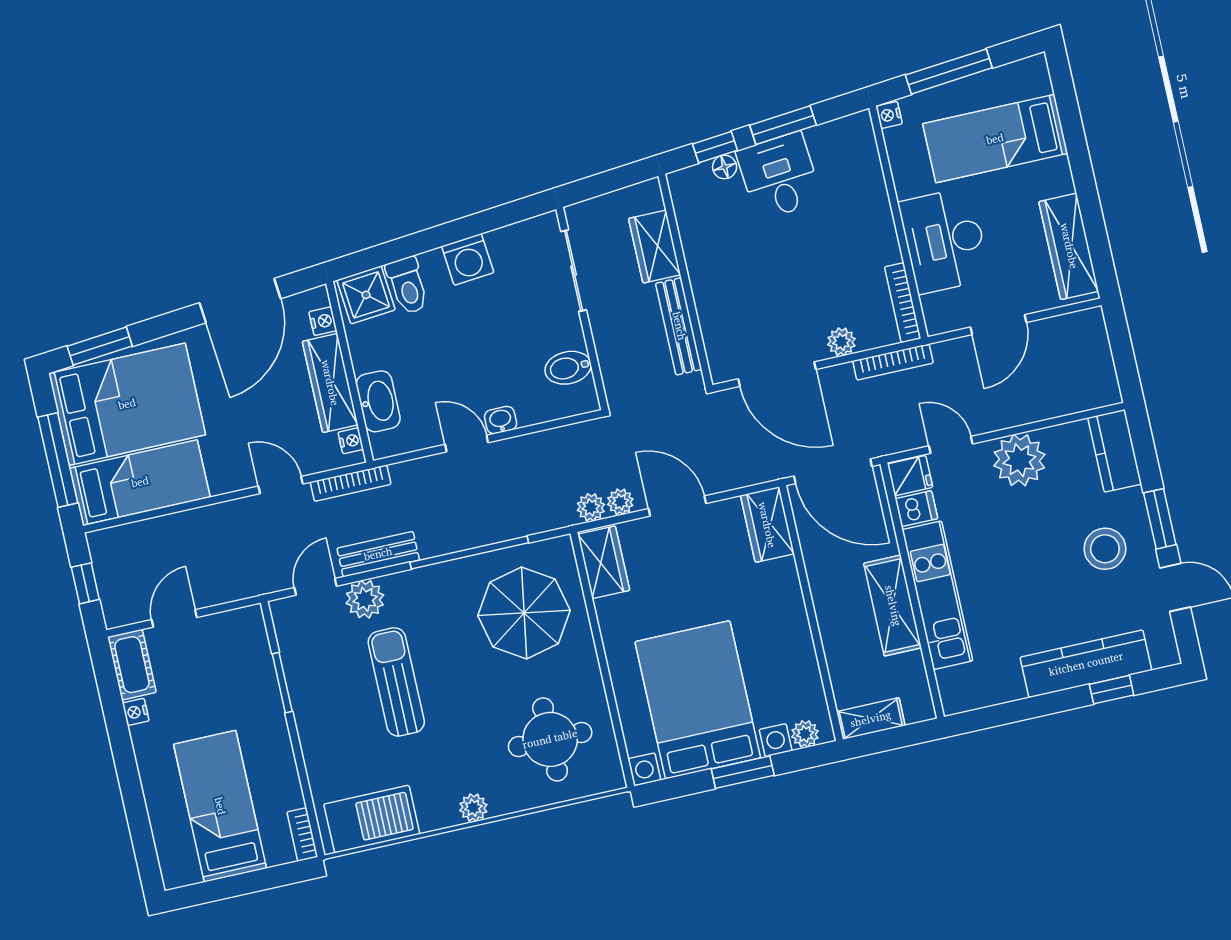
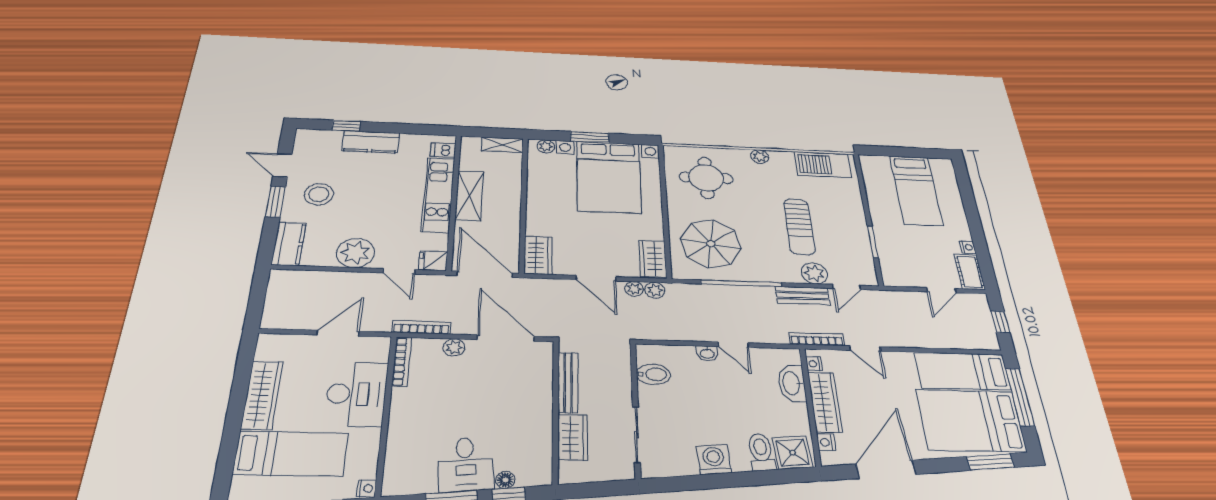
wardrobe: (1069, 246) -> (262, 395), moved
dishwasher: (916, 509) -> (443, 150), moved
kitchen counter: (1086, 664) -> (371, 142), width x0.67
bookcase: (302, 834) -> (866, 167), removed

